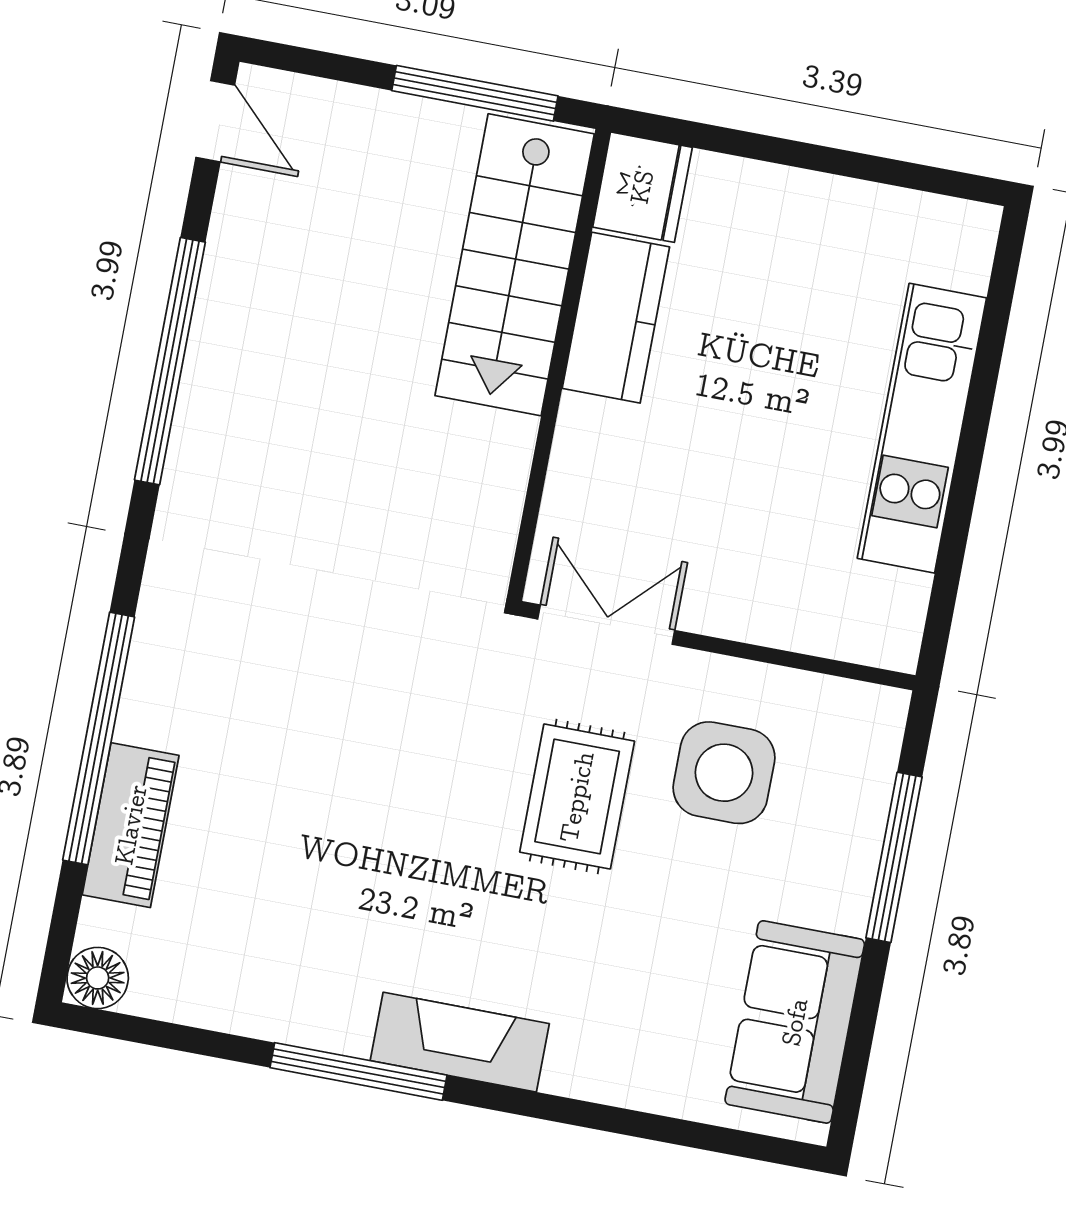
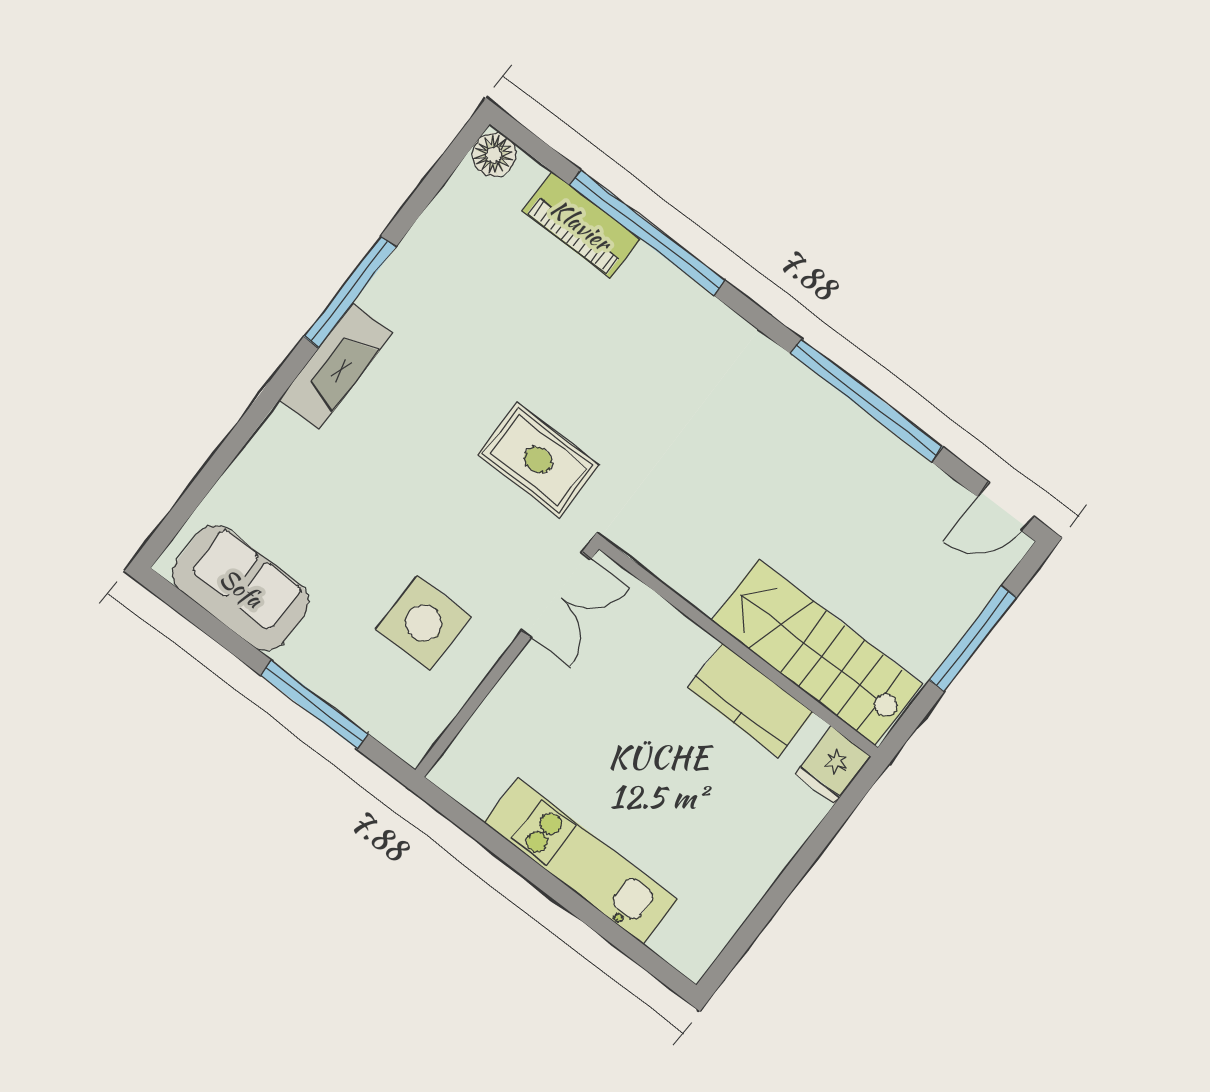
window: (475, 93) -> (973, 639), moved
fridge: (642, 187) -> (833, 765), width x0.72
rug: (577, 797) -> (538, 460), moved

